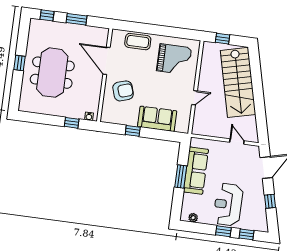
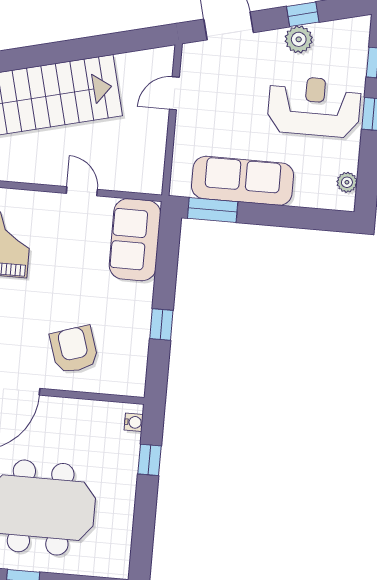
sofa: (157, 119) -> (135, 240), moved
window: (181, 177) -> (213, 210), moved
plant: (259, 199) -> (299, 39), added
reception desk: (228, 204) -> (314, 106), turned 180

